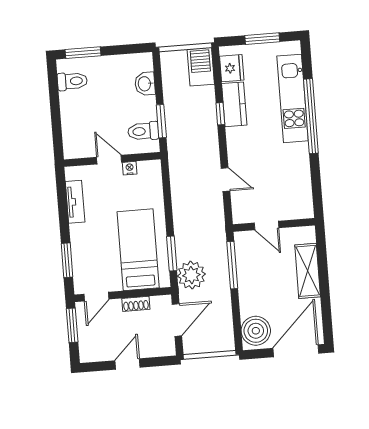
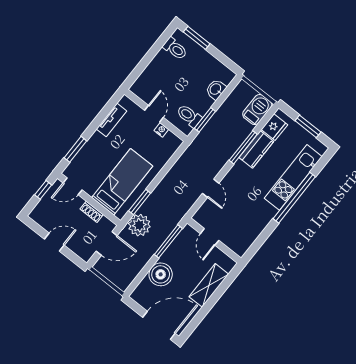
window: (220, 114) -> (243, 147), width x2.17
window: (72, 325) -> (43, 190), width x0.67
boiler: (256, 331) -> (161, 274), moved

